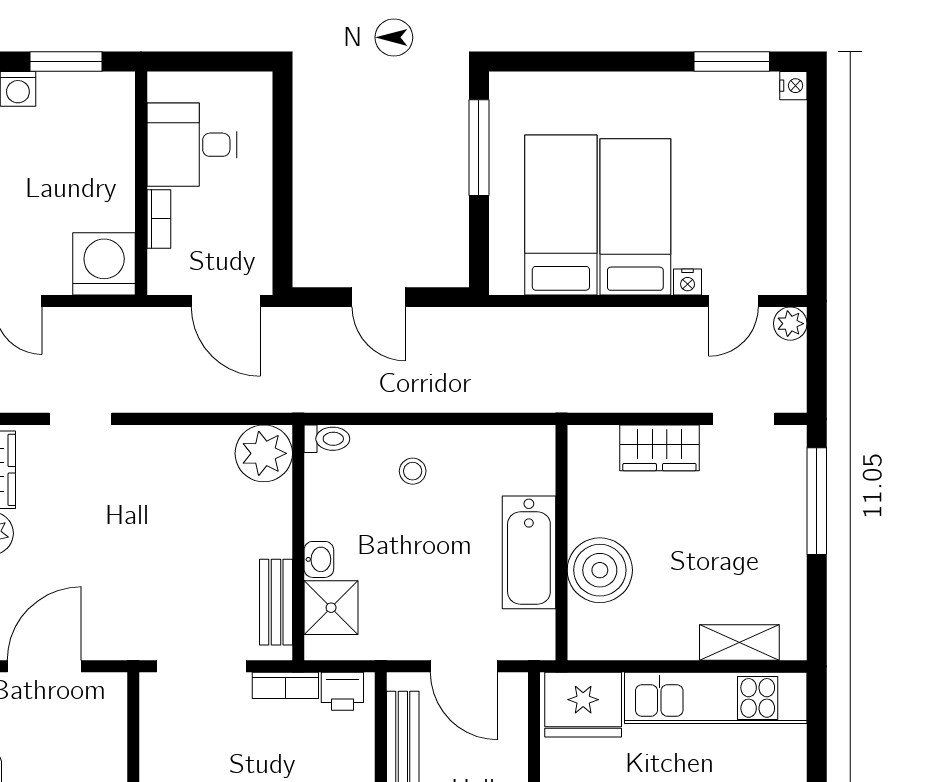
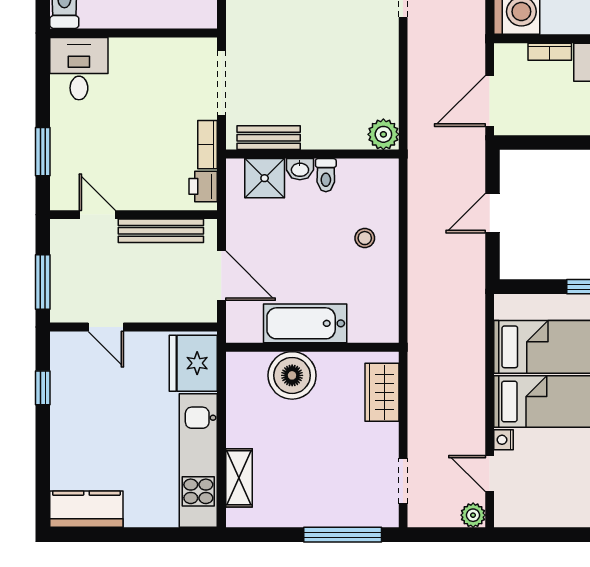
toilet: (327, 439) -> (326, 175), moved
wardrobe: (659, 448) -> (382, 392), moved
plant: (264, 453) -> (383, 134), width x0.73, depth x0.73
door: (464, 666) -> (221, 276), swing flipped

